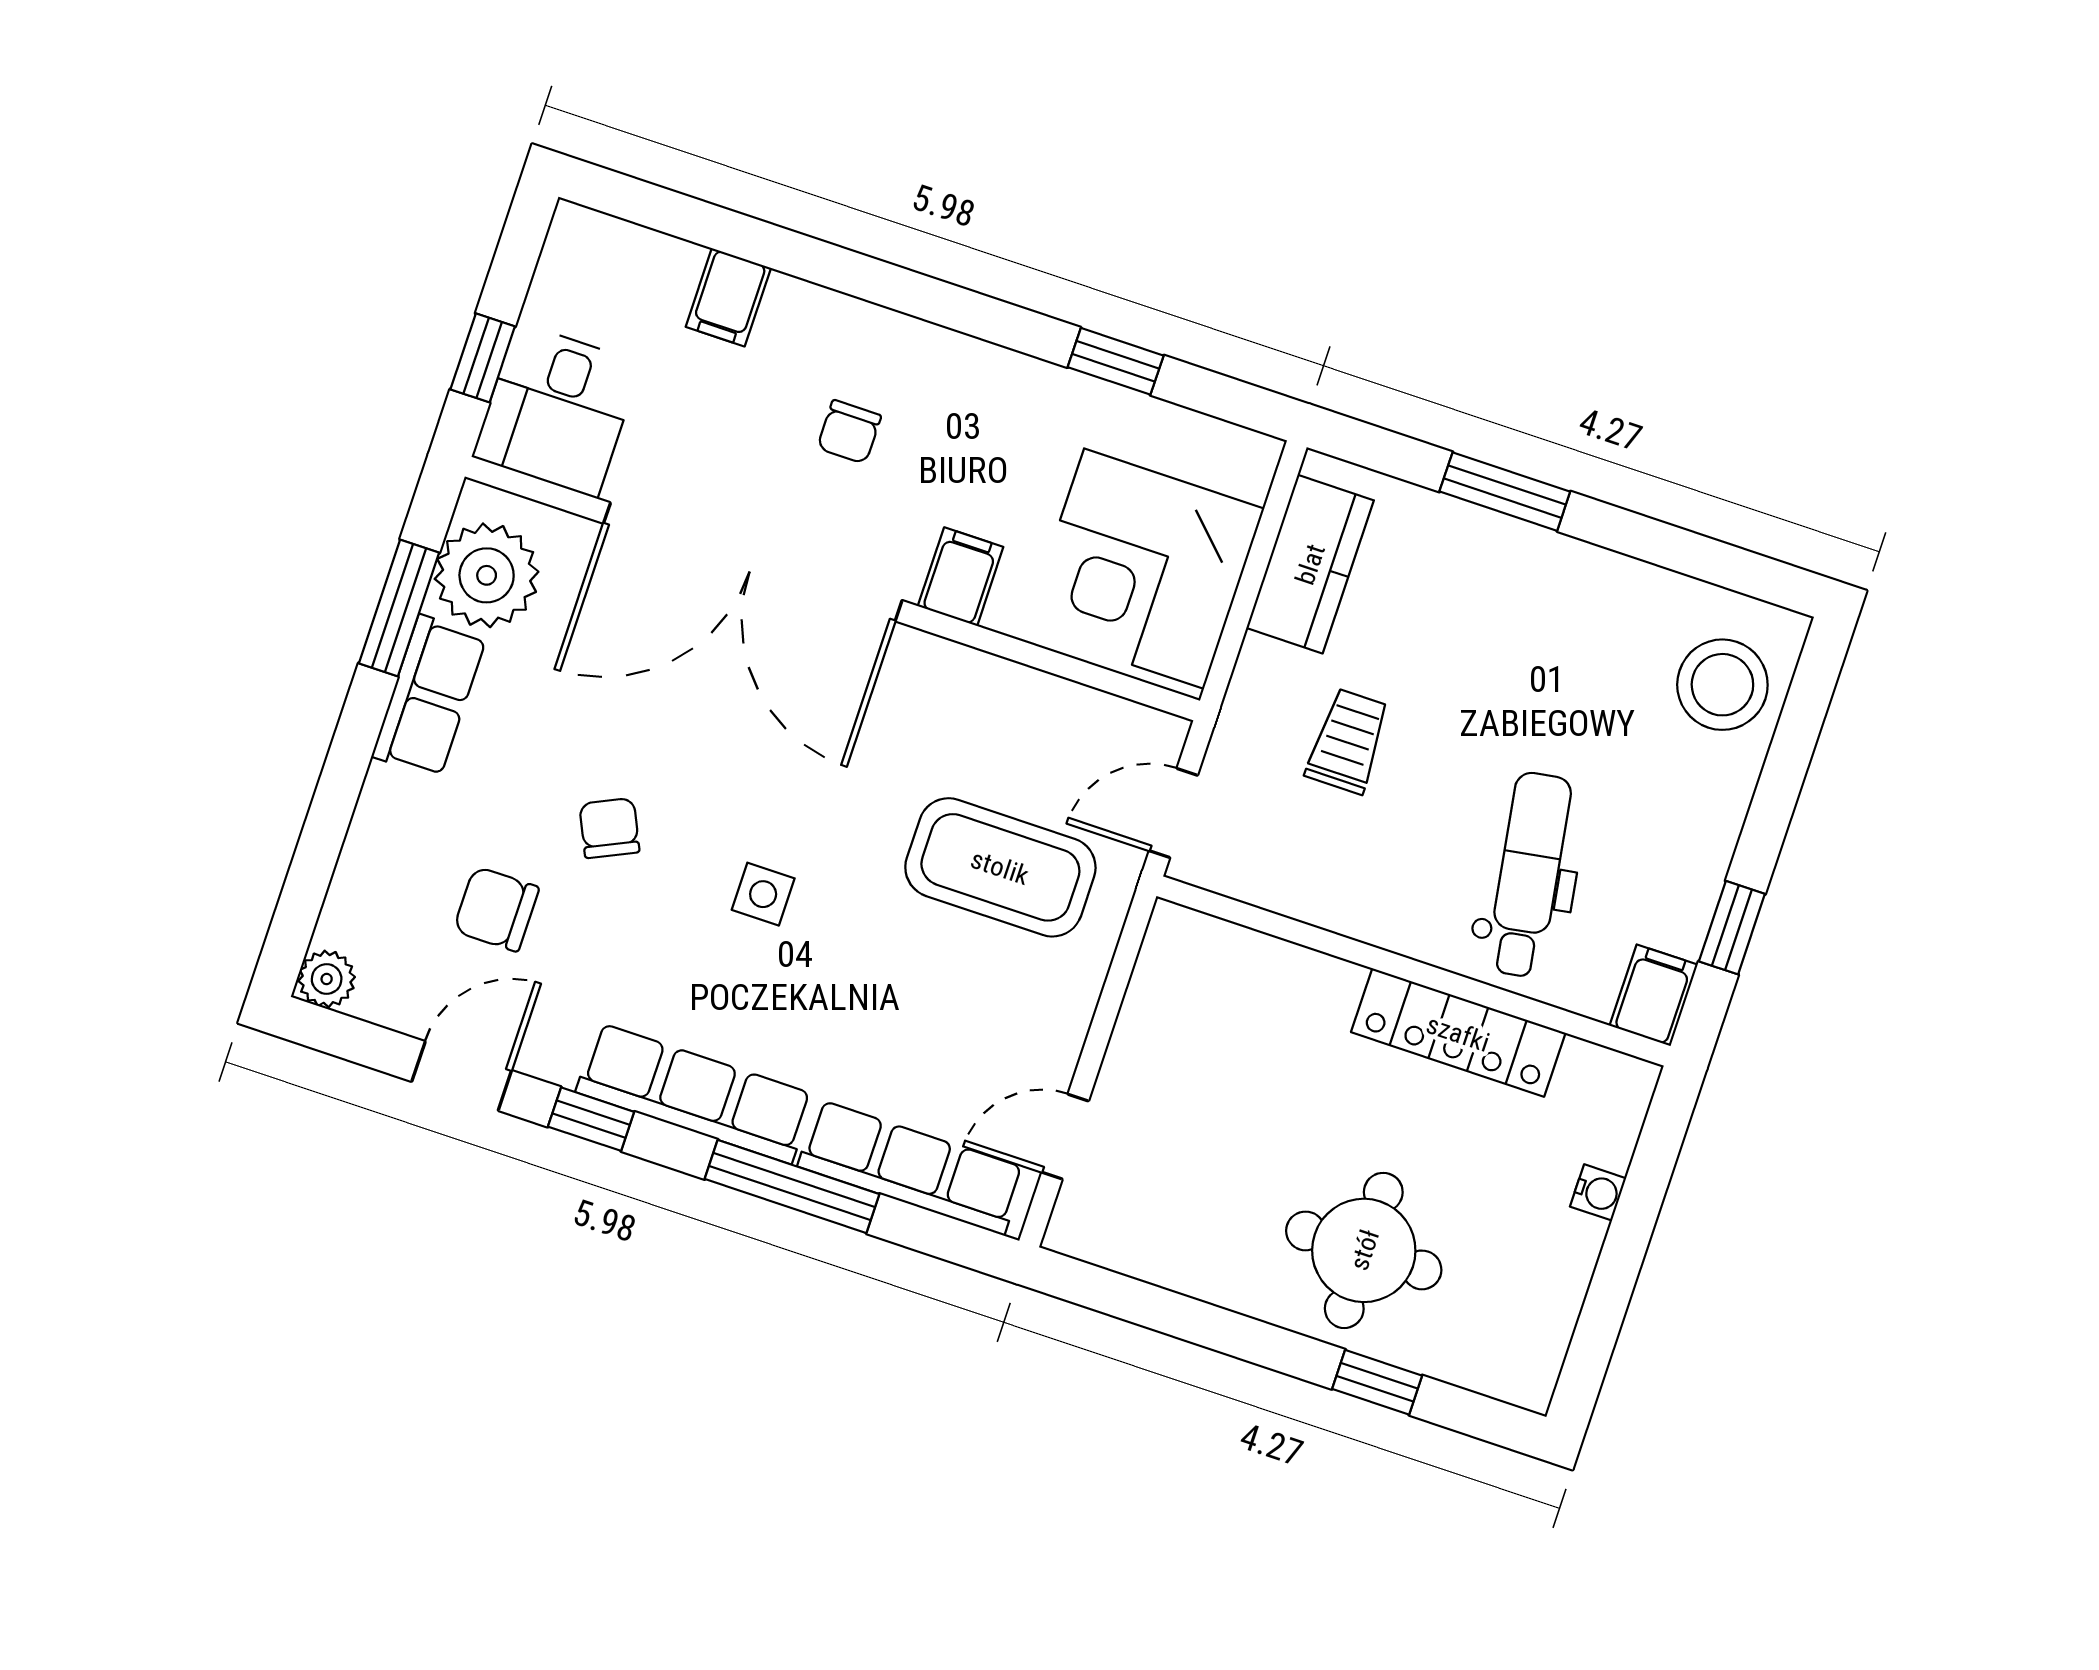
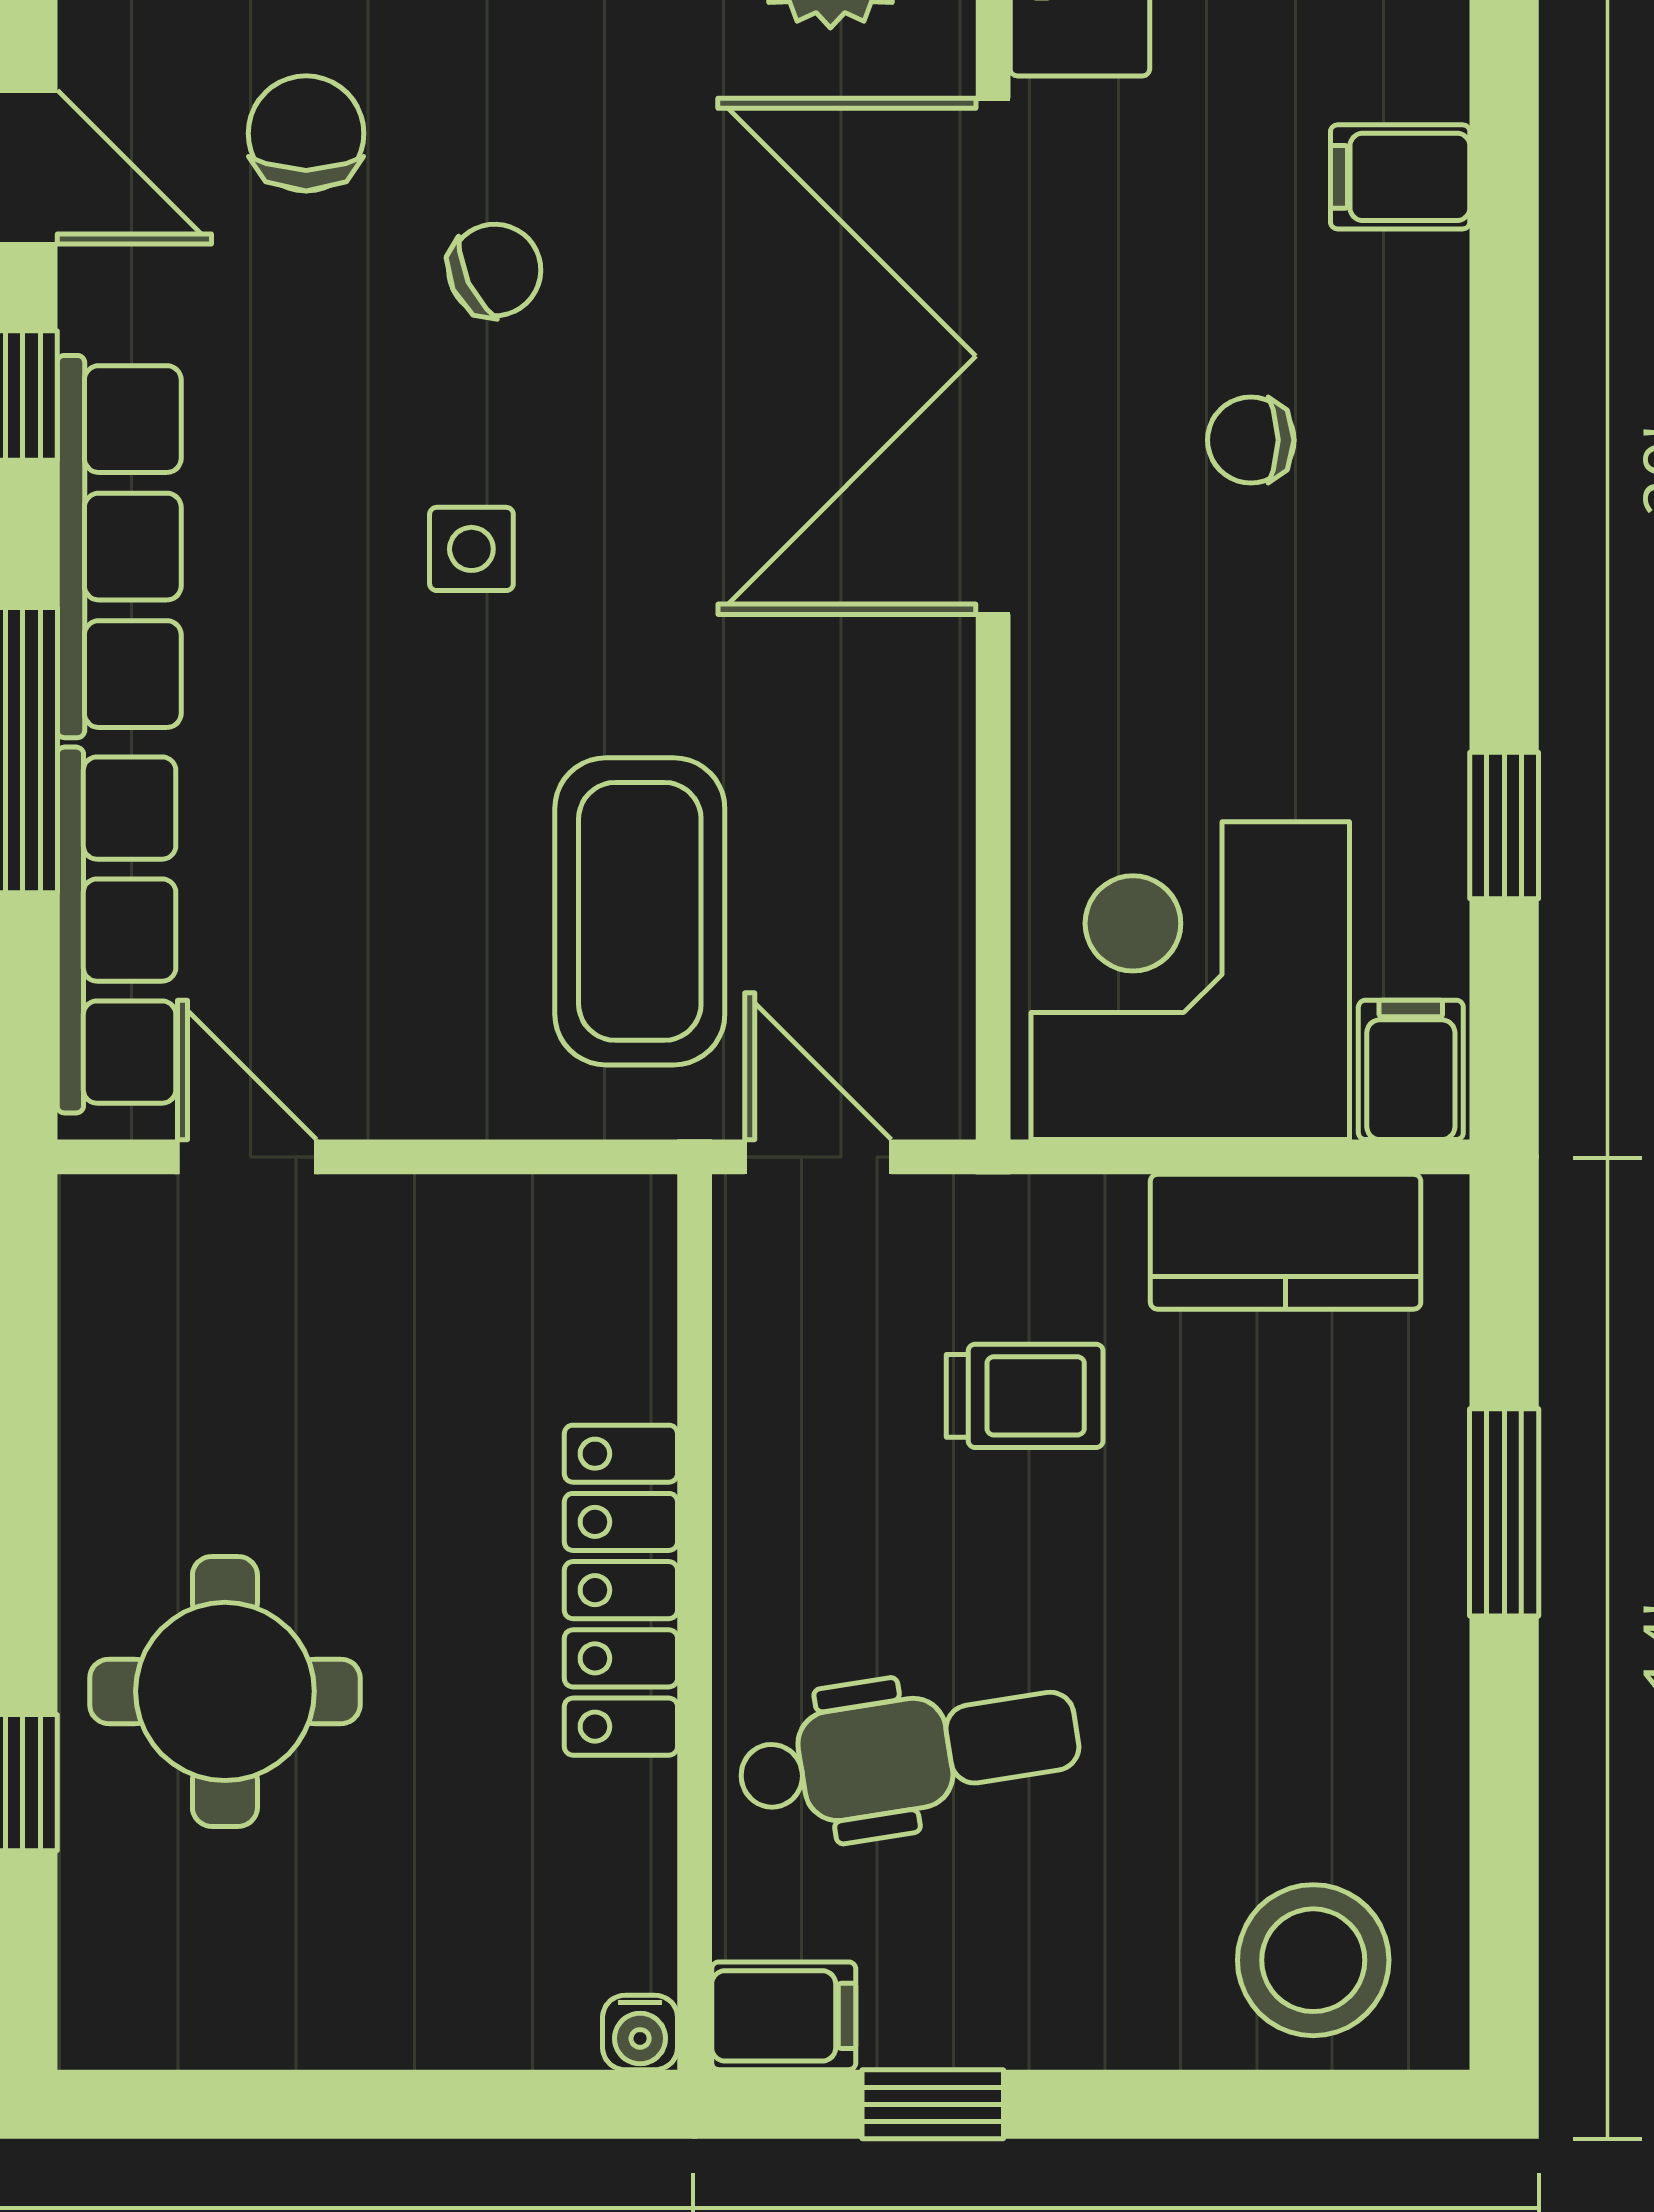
filing cabinet: (961, 577) -> (1411, 1070), moved, turned -90
locker: (1458, 1033) -> (621, 1590), moved
water cooler: (1598, 1192) -> (640, 2033), moved

